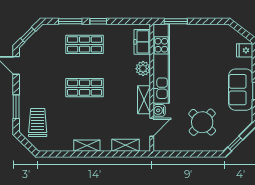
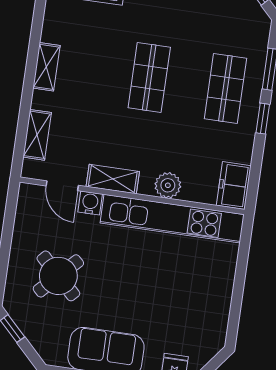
window: (176, 21) -> (243, 255), removed
freezer: (142, 42) -> (234, 186), moved, turned -90

